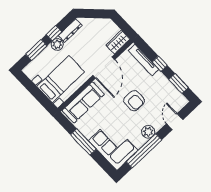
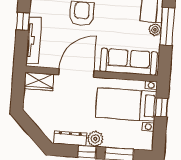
window: (41, 98) -> (161, 107), added
plant: (88, 133) -> (155, 30), added

